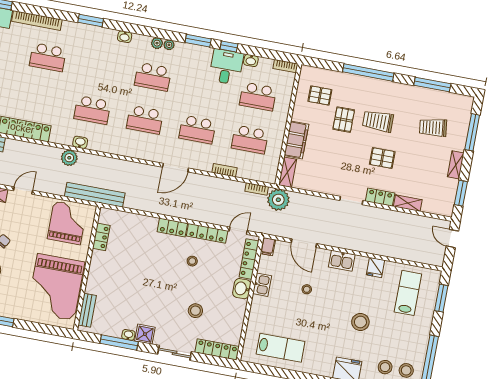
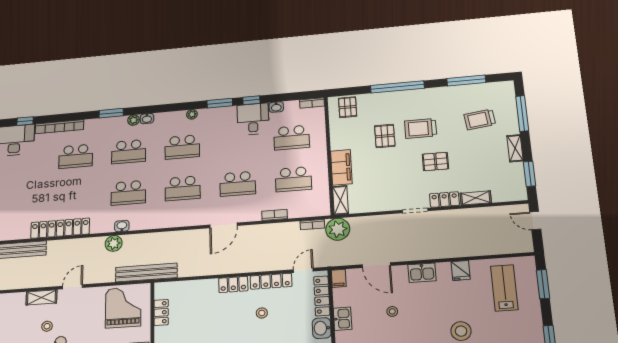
plant: (157, 43) -> (134, 120), moved
school desk: (100, 67) -> (129, 152), added
pallet: (320, 95) -> (348, 107), moved, turned 90

